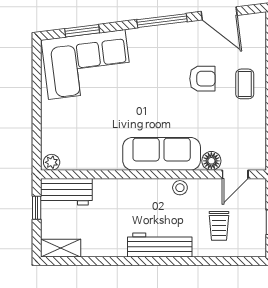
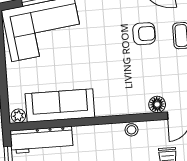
sofa: (162, 154) -> (60, 105), moved
workbench: (66, 192) -> (42, 140), width x1.38

